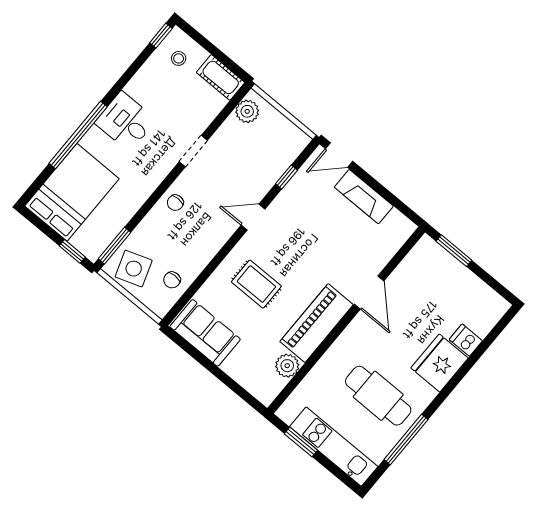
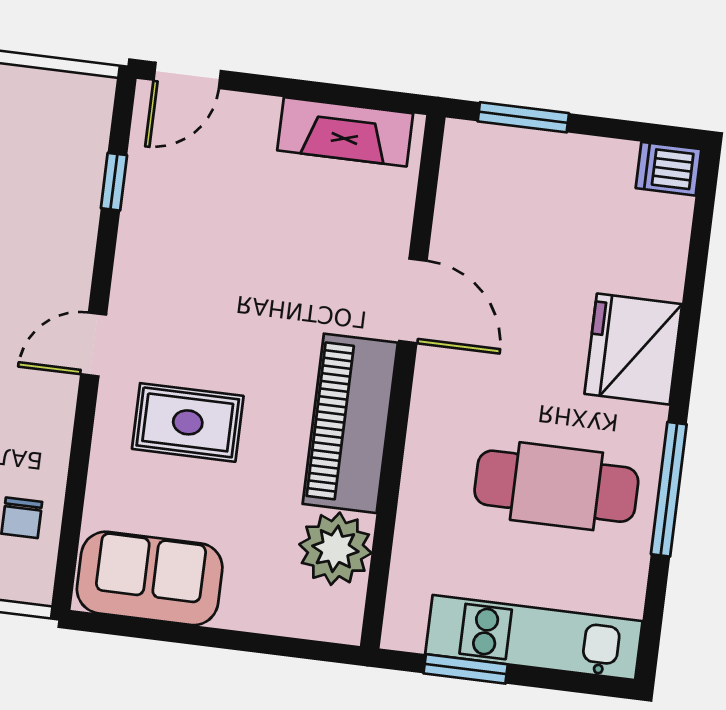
fireplace: (364, 197) -> (345, 132), moved
door: (253, 217) -> (94, 344), moved
dishwasher: (466, 340) -> (669, 169), moved
plant: (287, 366) -> (335, 549), width x1.36, depth x1.36
window: (406, 440) -> (669, 489), moved

